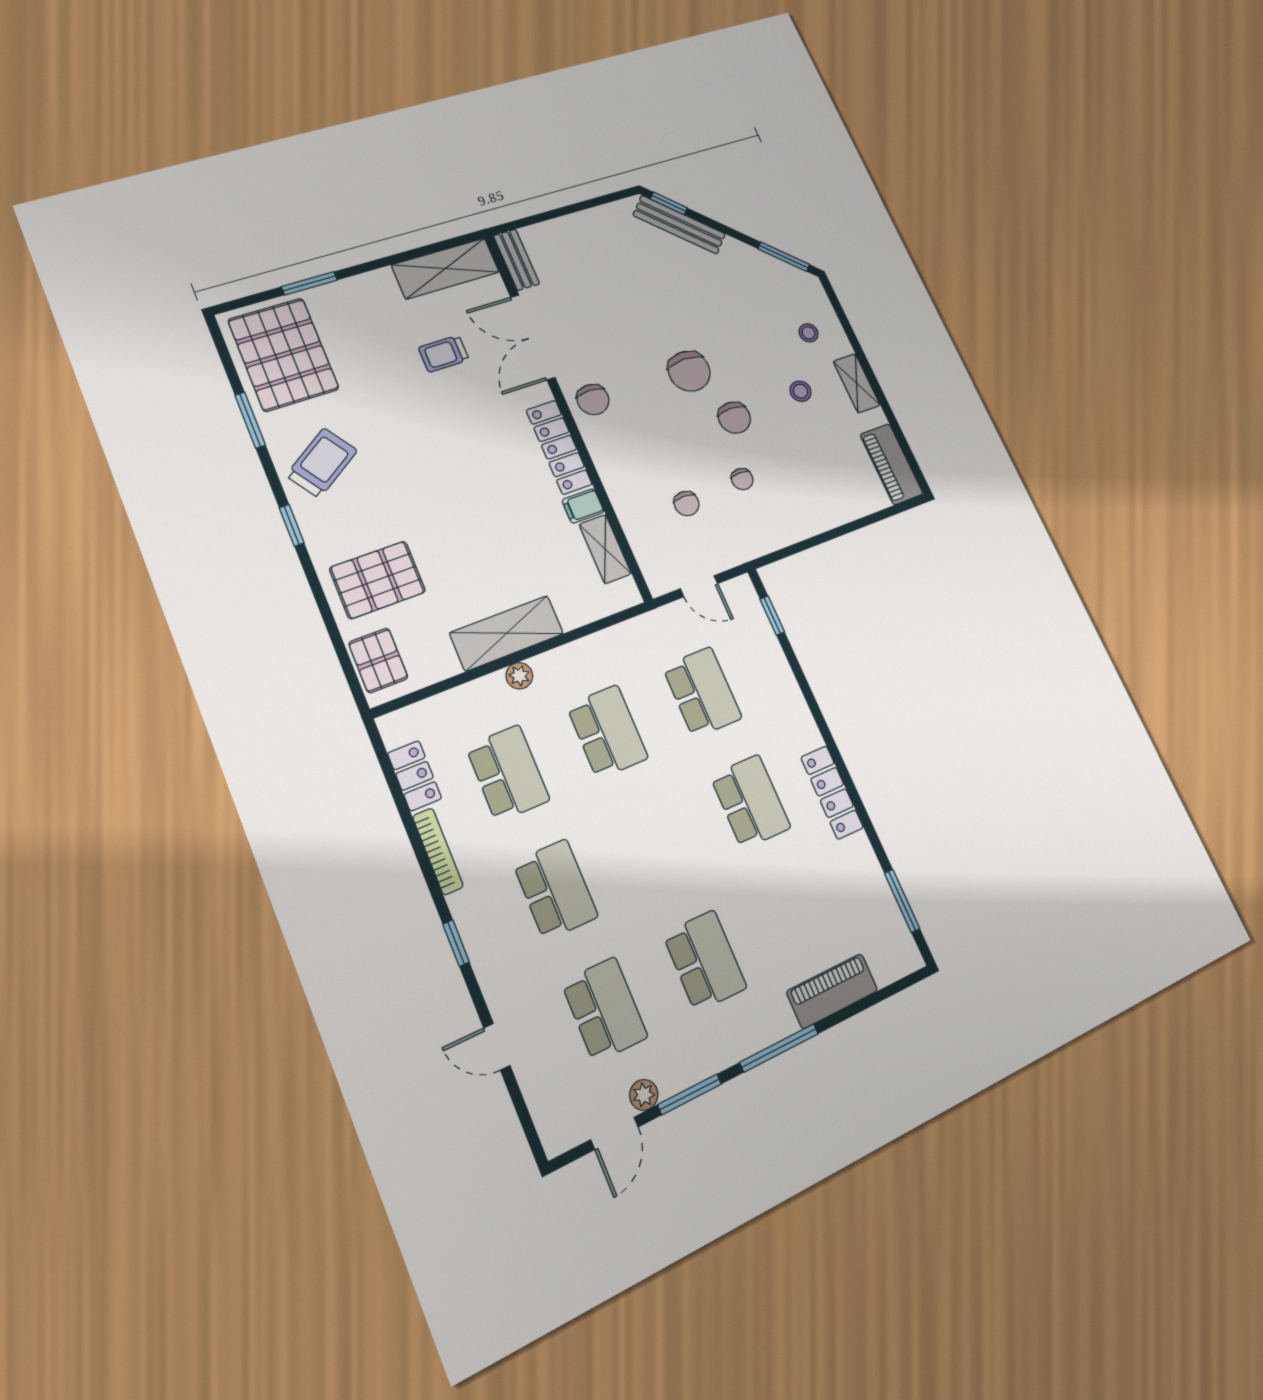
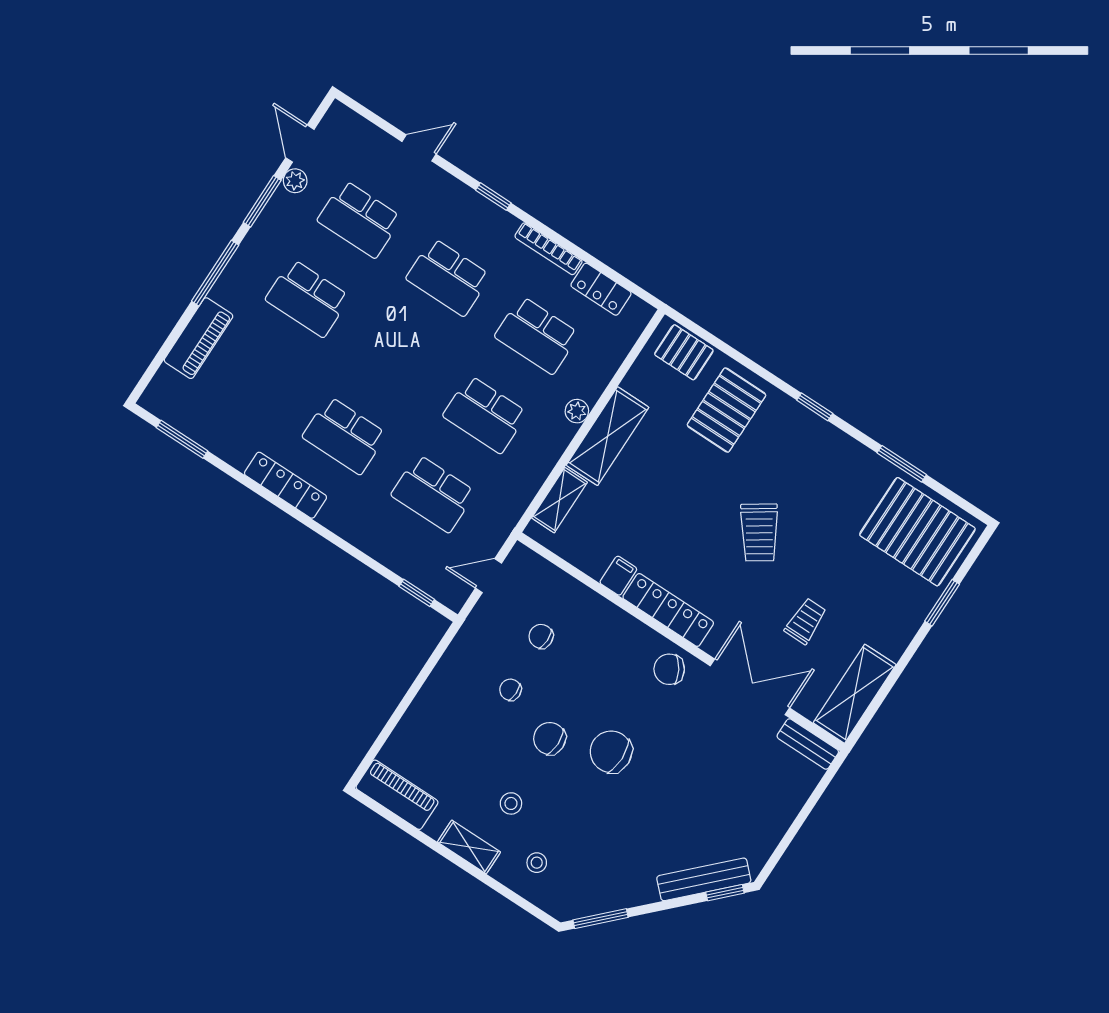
chair: (593, 400) -> (669, 669), turned -31
trolley: (322, 463) -> (759, 532), moved
shelving: (605, 549) -> (560, 500), moved, turned 90

